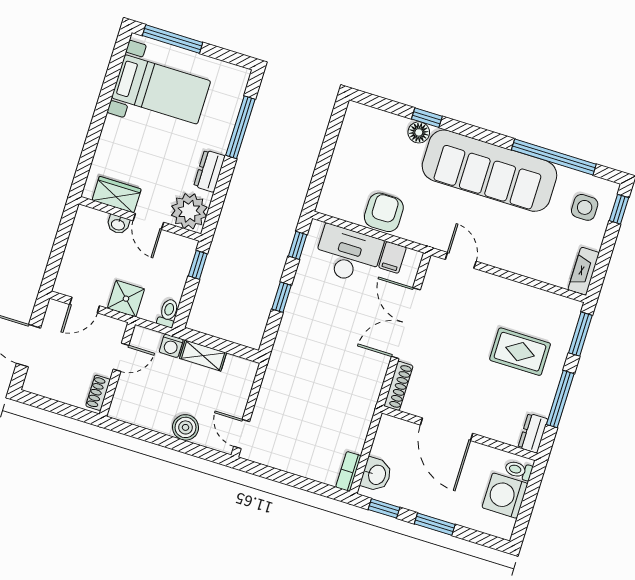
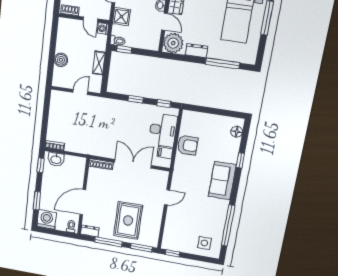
floor lamp: (419, 132) -> (237, 132), moved
sofa: (489, 171) -> (222, 181), width x0.54, depth x0.79
window: (619, 209) -> (173, 253), moved
door: (148, 221) -> (164, 22), swing flipped
door: (461, 260) -> (167, 197), moved
window: (198, 265) -> (124, 49), moved
fireplace: (584, 271) -> (172, 246), removed
washing machine: (171, 346) -> (103, 29), moved
rug: (520, 352) -> (128, 220), width x1.36, depth x1.43
door: (447, 429) -> (83, 202), moved
door: (242, 434) -> (80, 92), moved
washing machine: (505, 496) -> (47, 220), moved
window: (435, 524) -> (37, 201), moved

